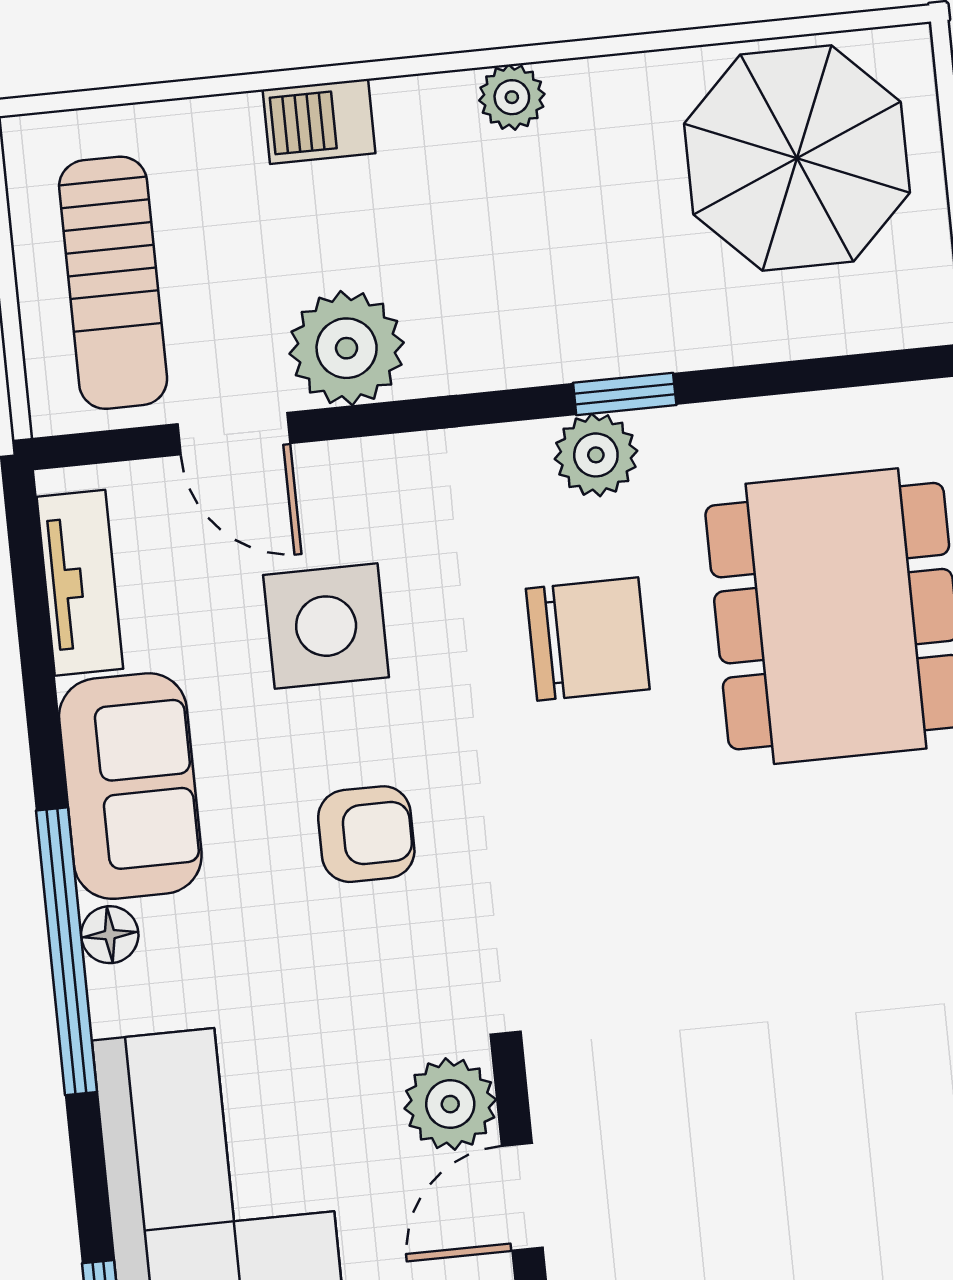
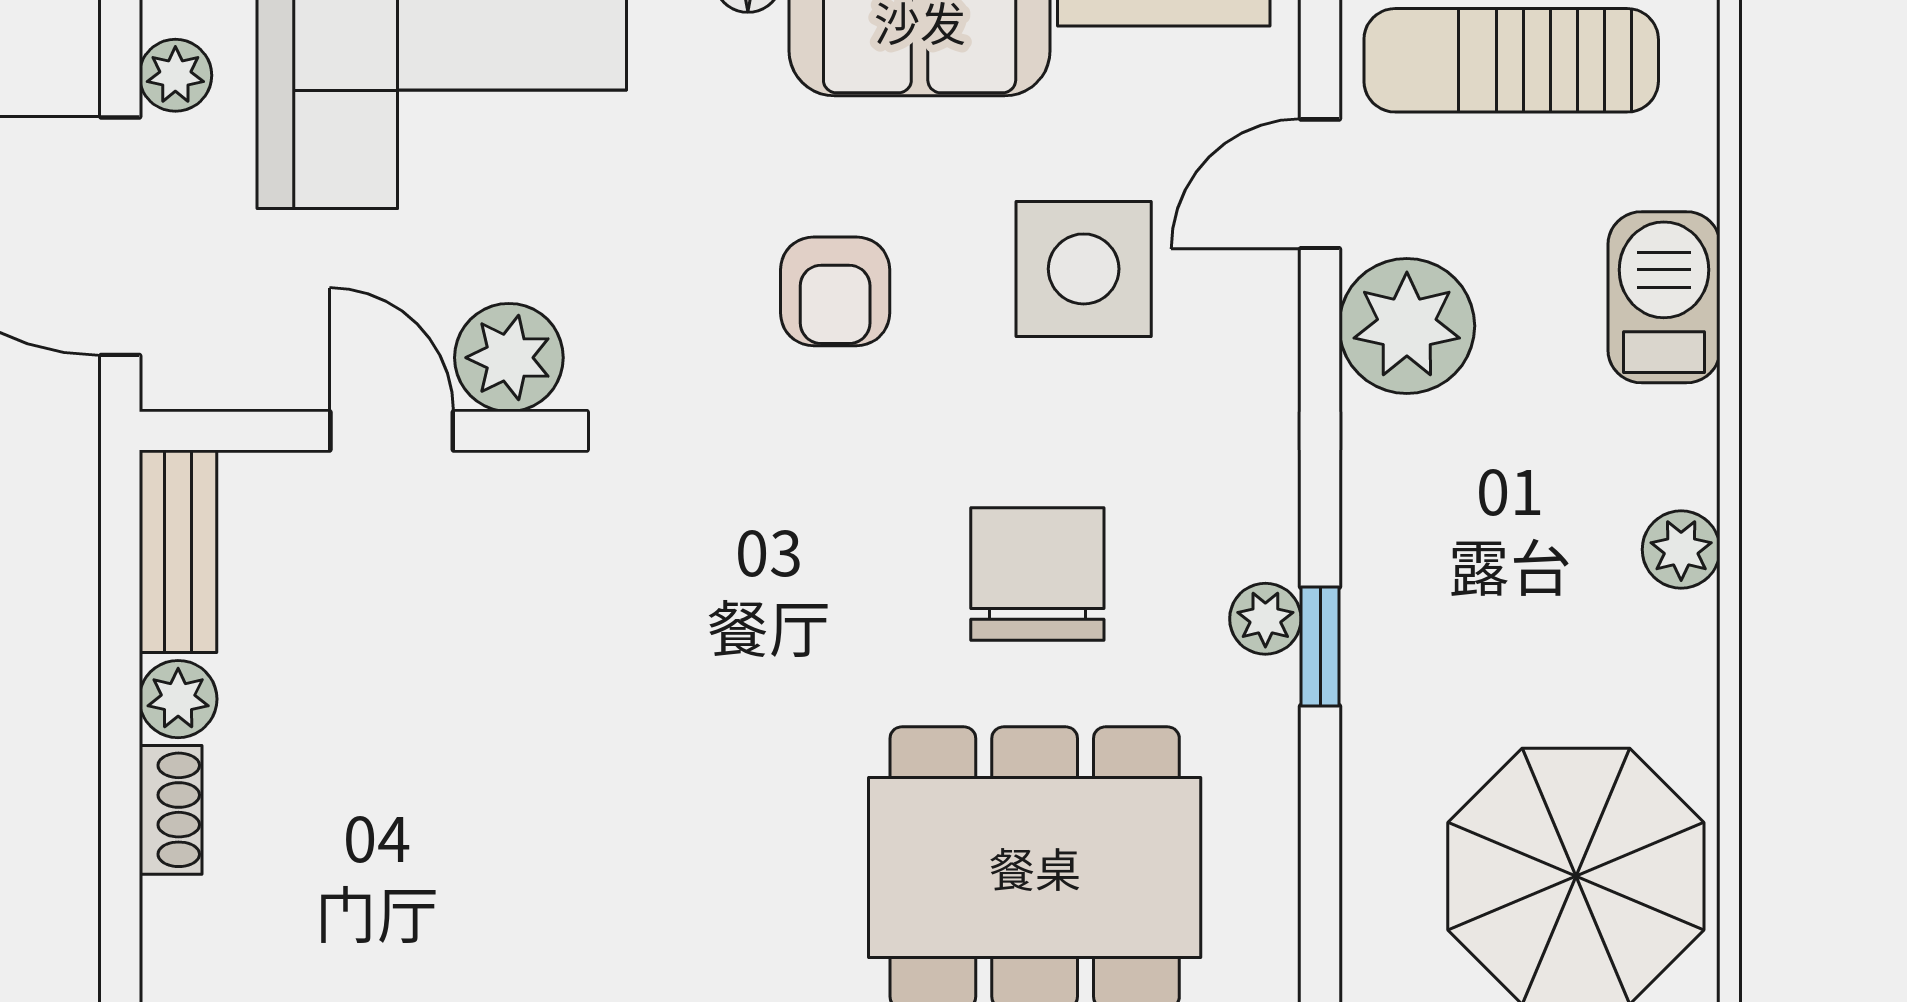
barbecue: (319, 121) -> (1664, 297), width x1.38, depth x1.27
plant: (596, 455) -> (1265, 619), width x0.73, depth x0.73
chair: (588, 639) -> (1037, 574), turned 180

